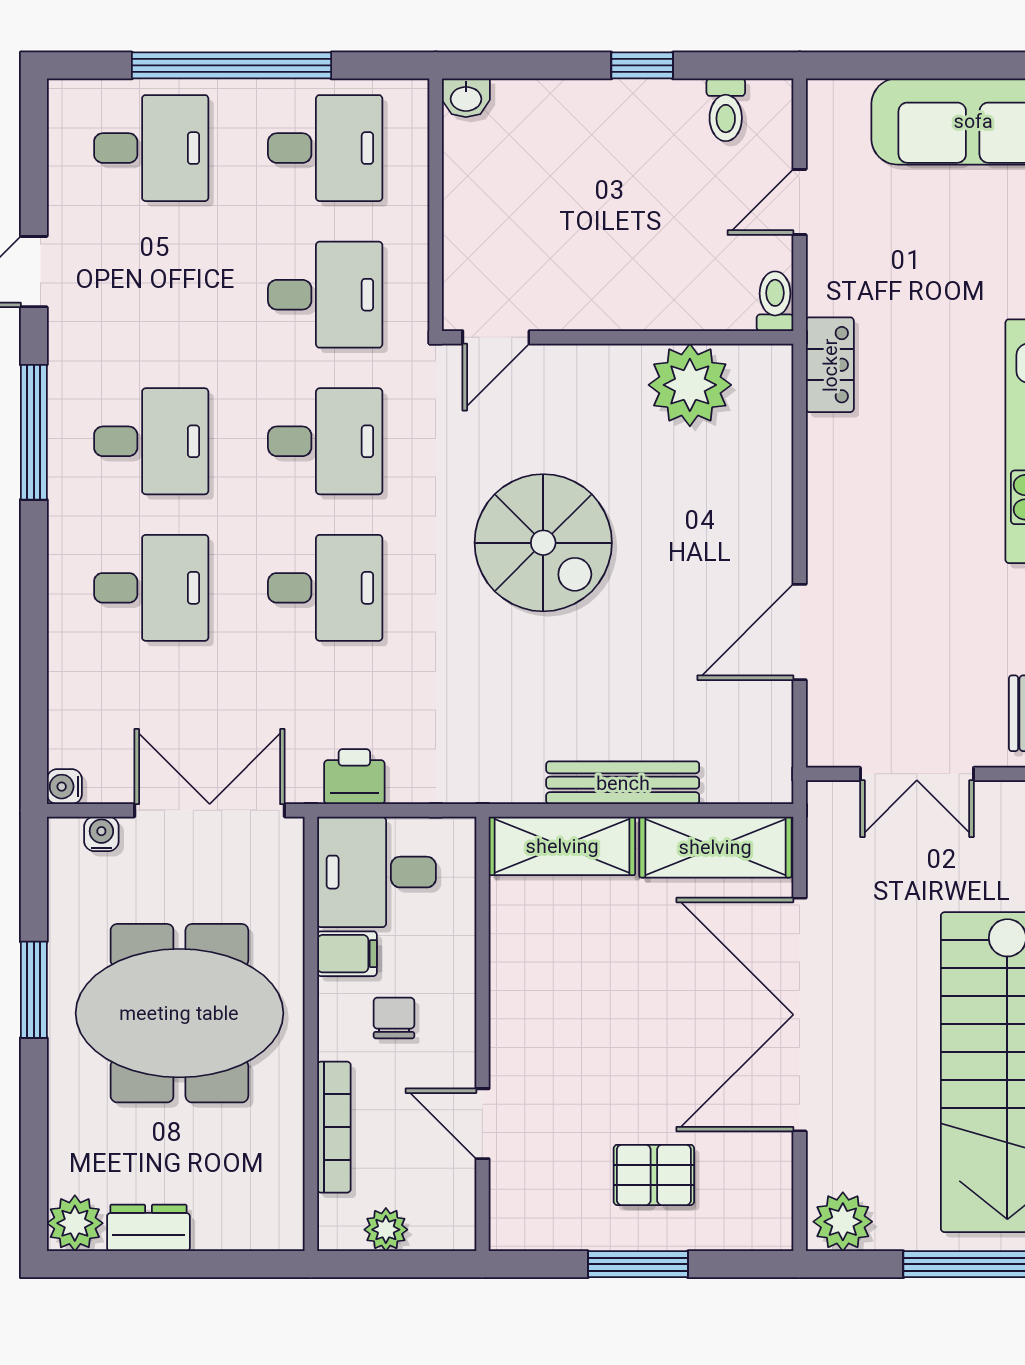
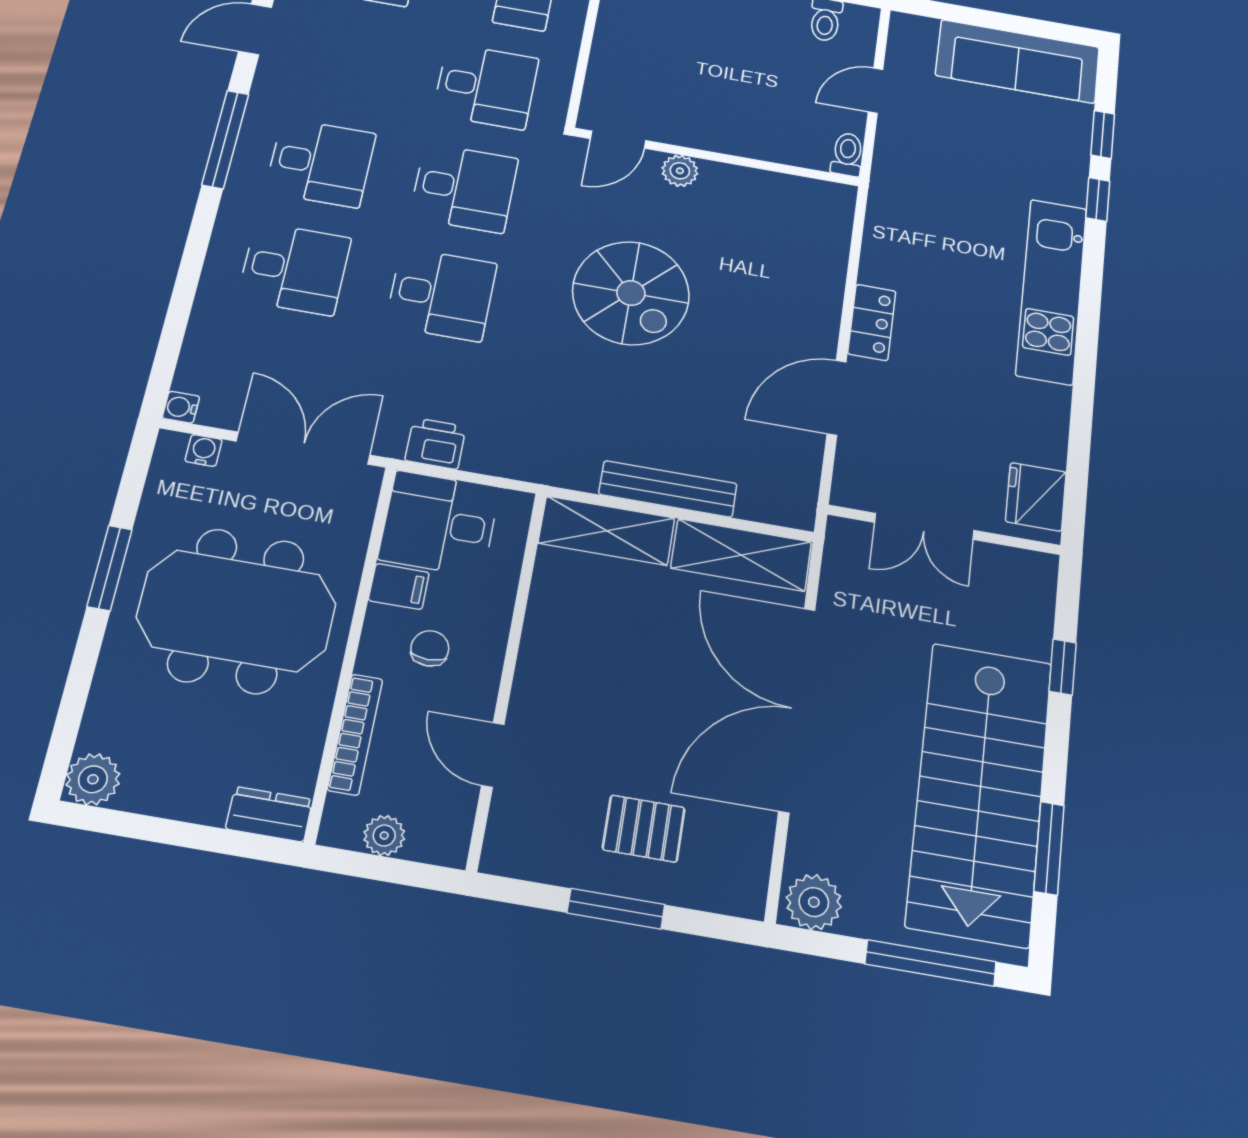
locker: (830, 365) -> (872, 322), moved
plant: (690, 385) -> (680, 171), moved, width x0.53, depth x0.53
dresser: (148, 1228) -> (269, 814), moved

